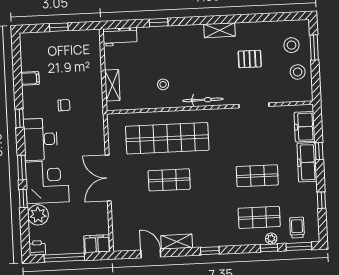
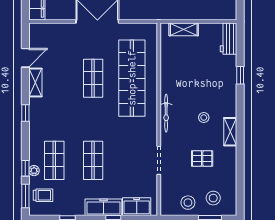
pallet: (250, 59) -> (202, 158), turned 90
stool: (163, 84) -> (204, 118), moved

